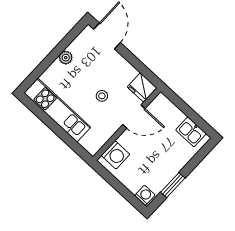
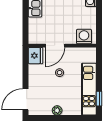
window: (38, 111) -> (99, 99), added
door: (134, 117) -> (55, 46), swing flipped

